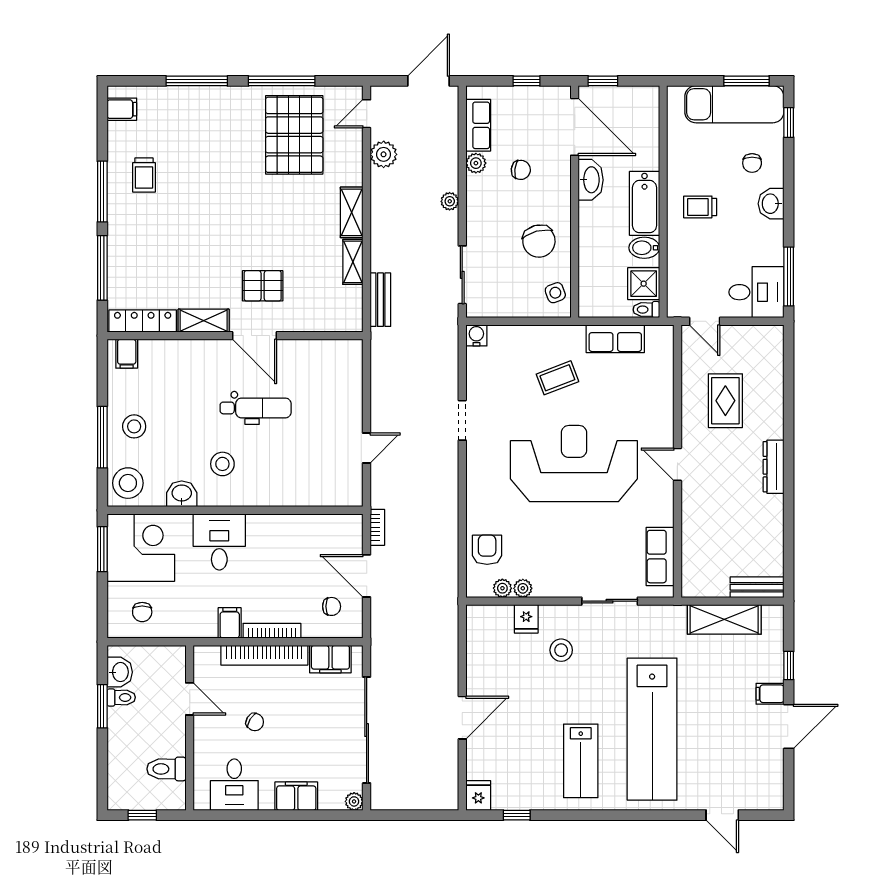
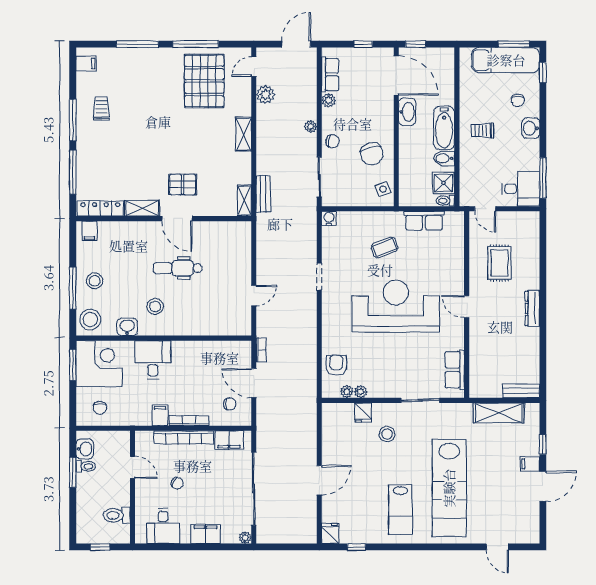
chair: (521, 170) -> (333, 141), moved
trolley: (144, 175) -> (101, 109), turned 180
shelving: (353, 262) -> (244, 200), moved
dental chair: (256, 408) -> (178, 268), turned 180

